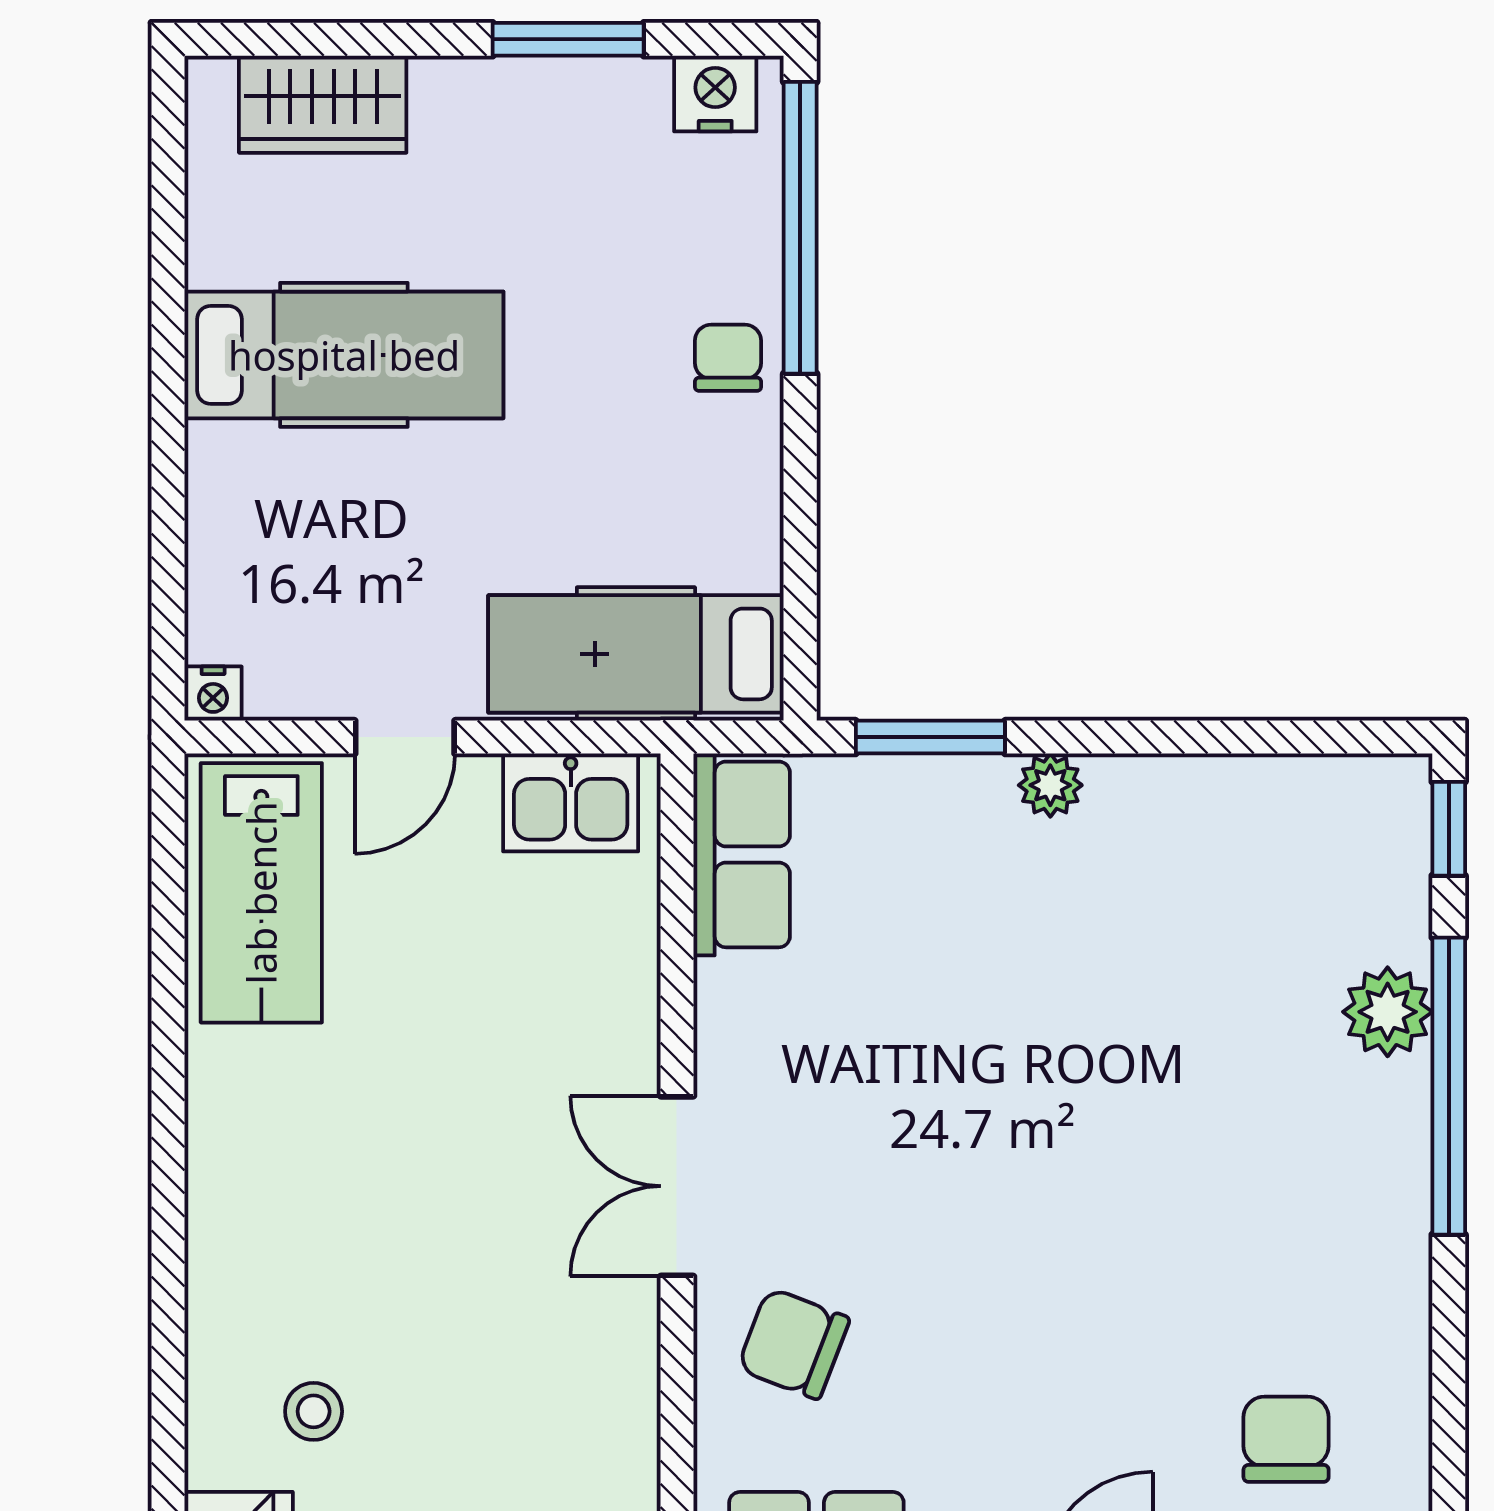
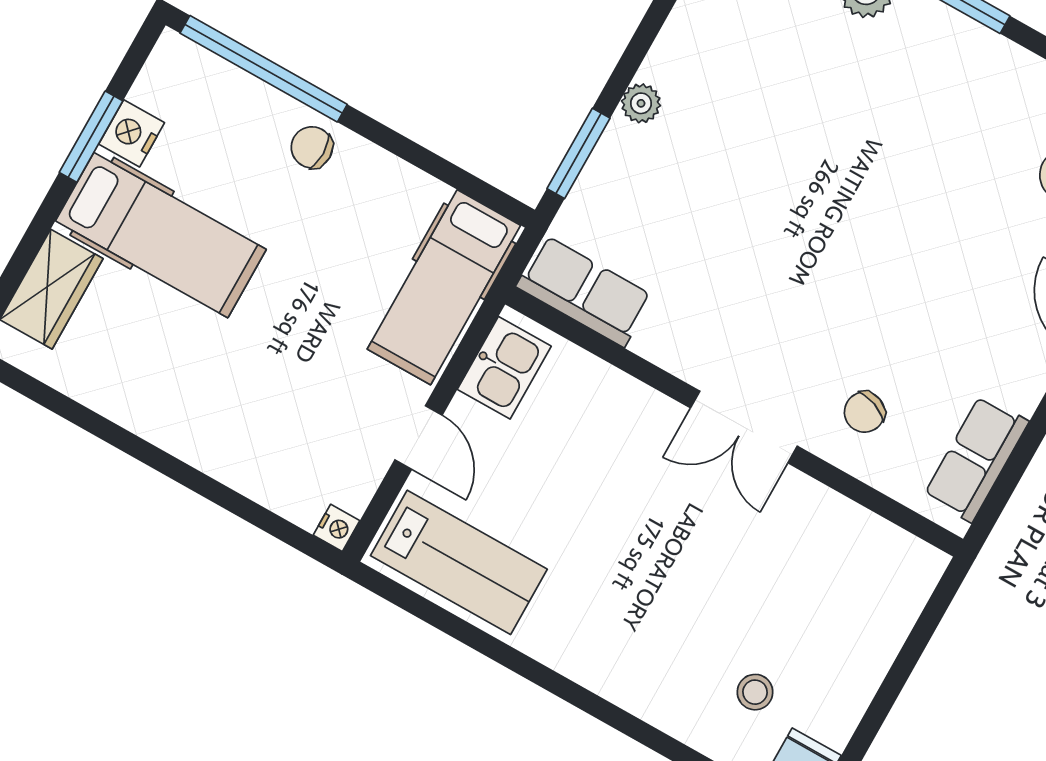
nightstand: (715, 94) -> (132, 133), moved
hospital bed: (344, 355) -> (161, 235), moved, turned 90
chair: (794, 1344) -> (865, 412), width x0.73, depth x0.73

